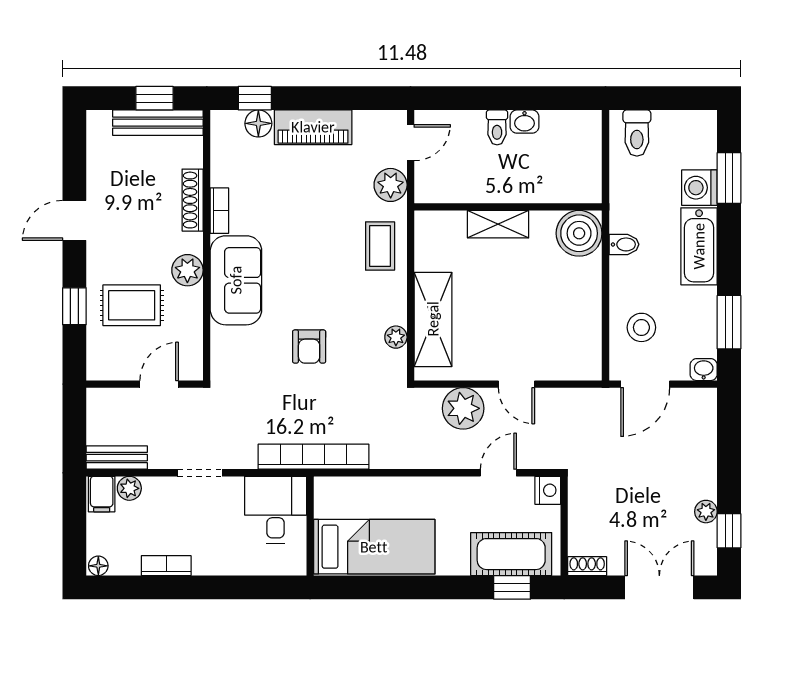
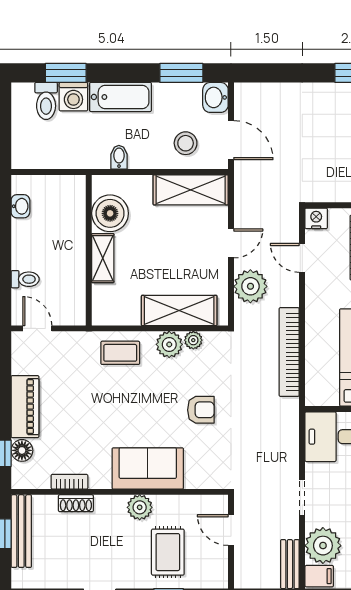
washbasin: (525, 122) -> (20, 206), moved
toilet: (497, 127) -> (25, 279), moved
toilet: (637, 133) -> (46, 101), moved, turned 90
plant: (391, 185) -> (169, 344), moved
shoe rack: (193, 200) -> (76, 503), width x0.70
bookcase: (219, 211) -> (69, 482), moved
boiler: (579, 233) -> (110, 213), moved
shelving: (583, 334) -> (191, 190), added
washbasin: (704, 370) -> (215, 97), width x1.38, depth x1.45
bookcase: (313, 457) -> (289, 352), moved
plant: (129, 488) -> (323, 546), width x1.88, depth x1.88
plant: (706, 512) -> (333, 91), removed

